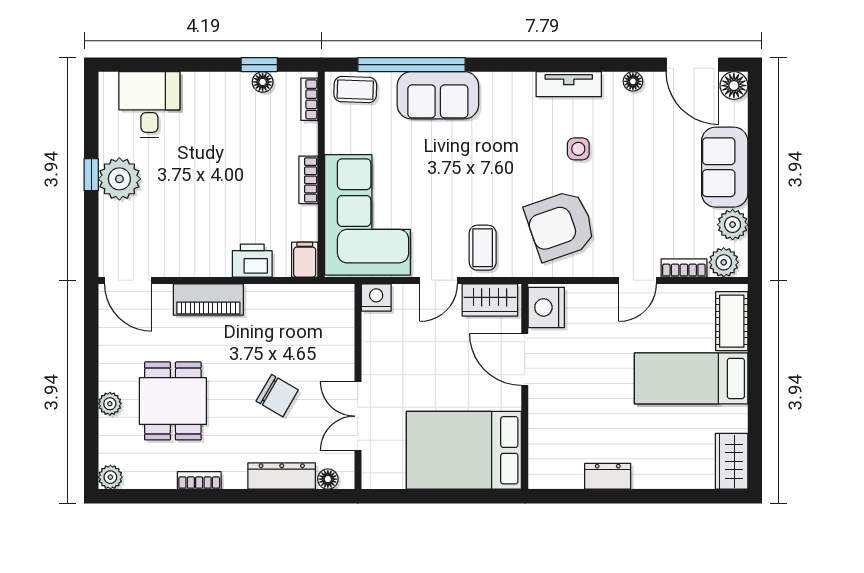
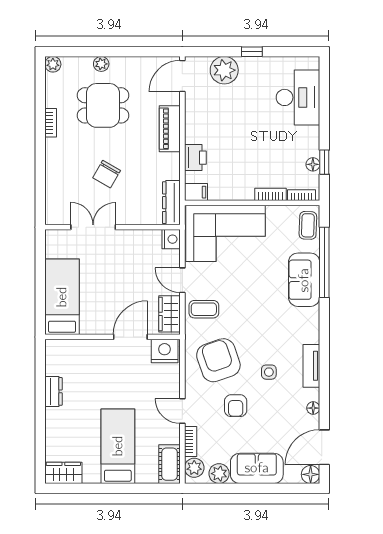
desk: (149, 105) -> (298, 97), width x1.37
plant: (119, 179) -> (224, 70), moved
bookcase: (308, 180) -> (270, 194), moved
armchair: (629, 199) -> (236, 406), added
cot: (732, 321) -> (169, 464), moved, turned 90
bed: (464, 450) -> (62, 297), width x0.67
dresser: (282, 476) -> (171, 203), moved, turned 180
floor lamp: (328, 479) -> (52, 207), removed

